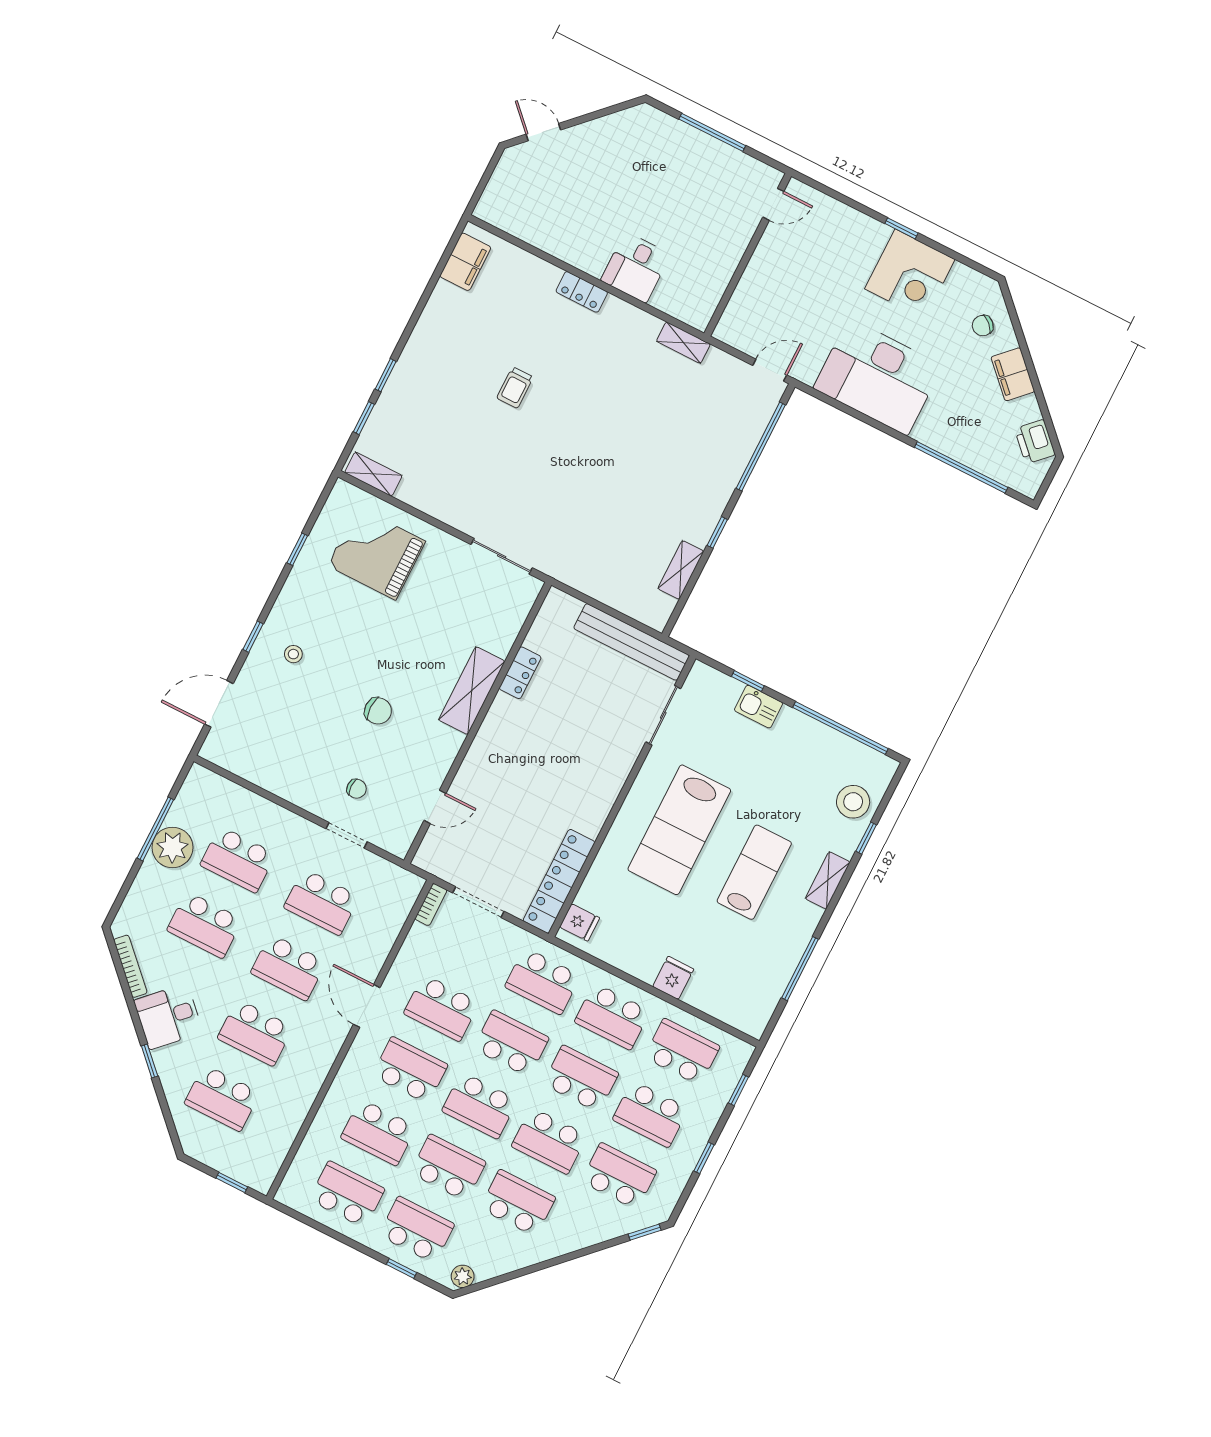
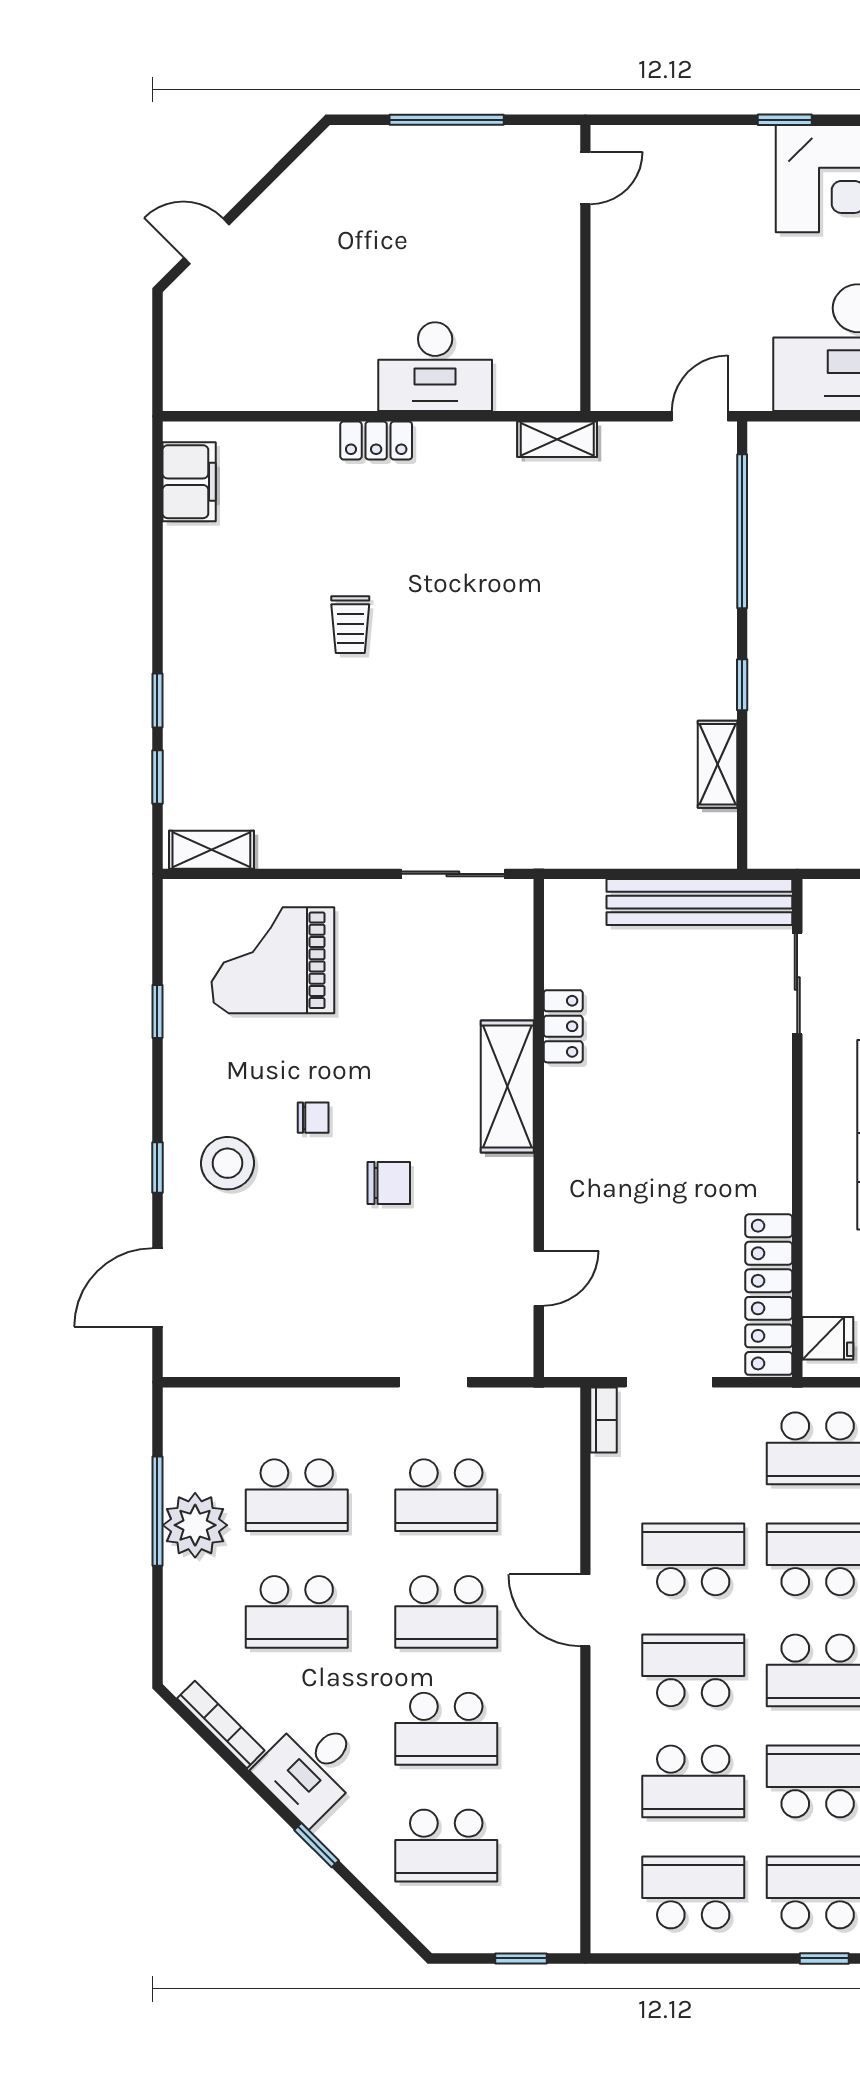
desk: (636, 267) -> (435, 367), width x1.37
stool: (293, 654) -> (227, 1163), width x1.89, depth x1.89
chair: (357, 789) -> (313, 1118), moved
school desk: (442, 1008) -> (693, 1559), turned 180

